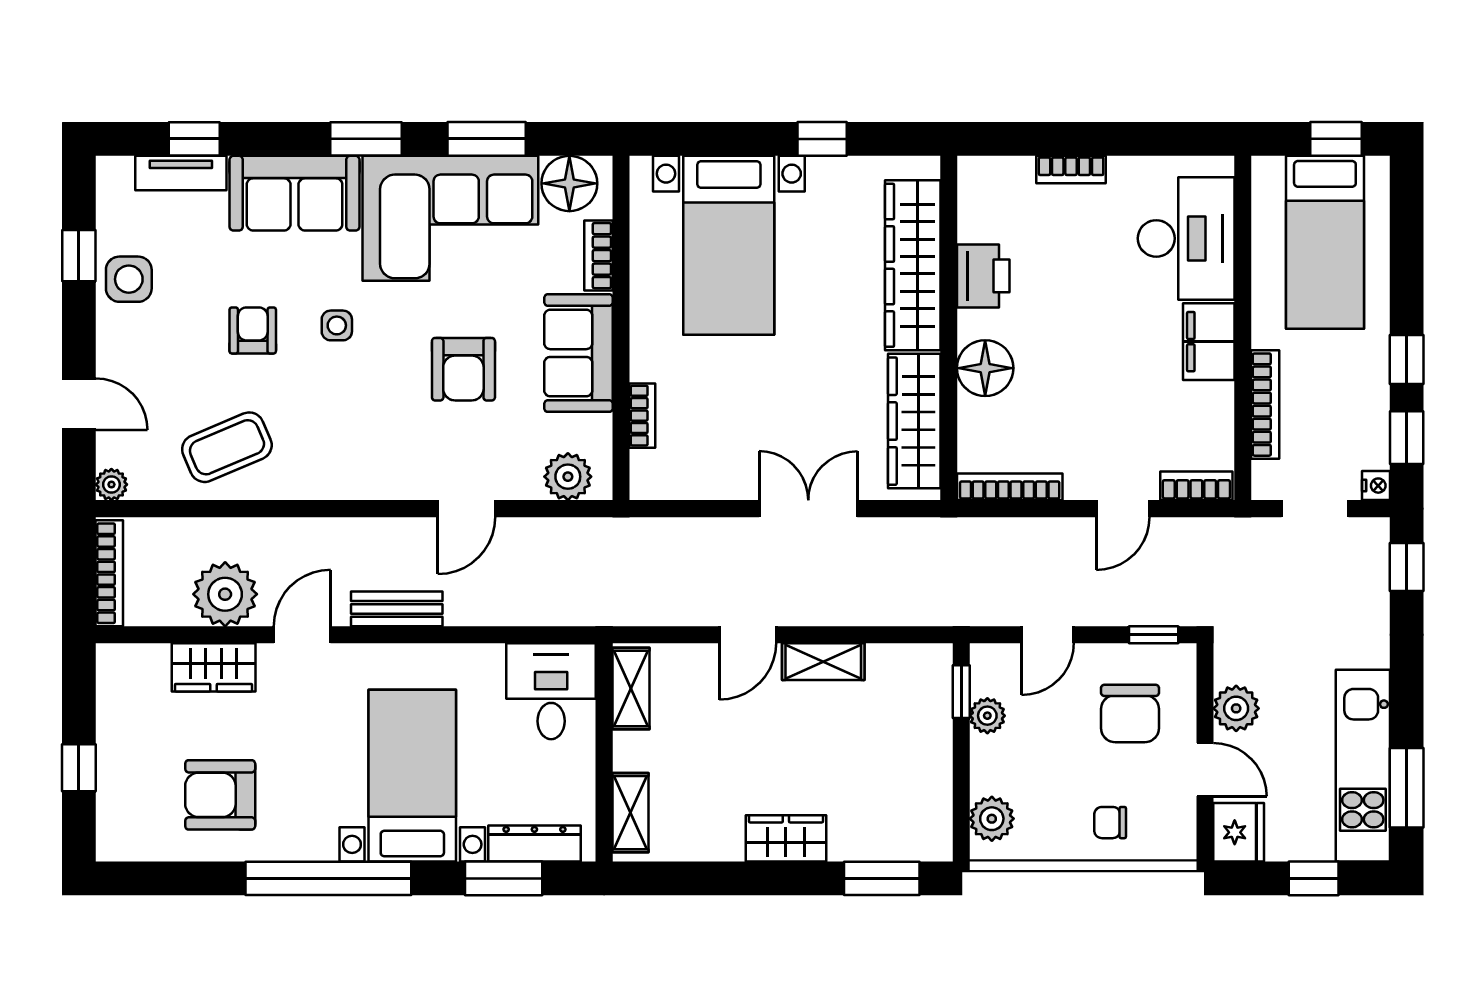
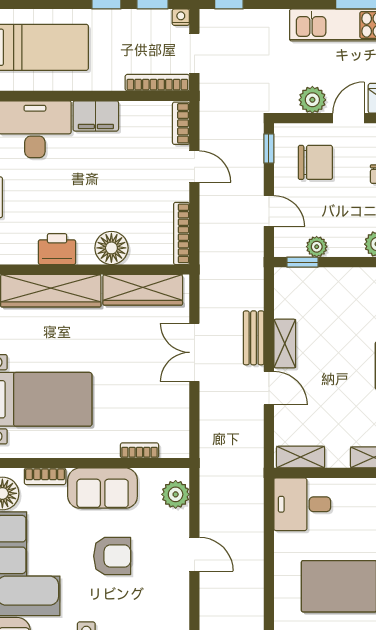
bookcase: (1265, 405) -> (157, 83), moved
bench: (397, 609) -> (254, 338), moved

